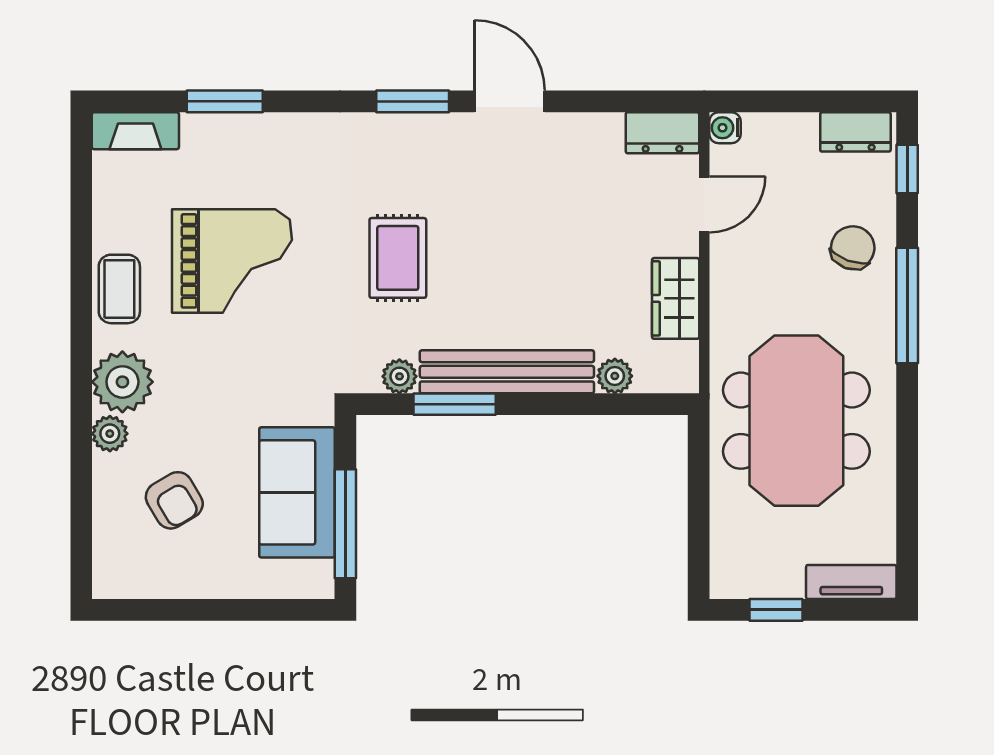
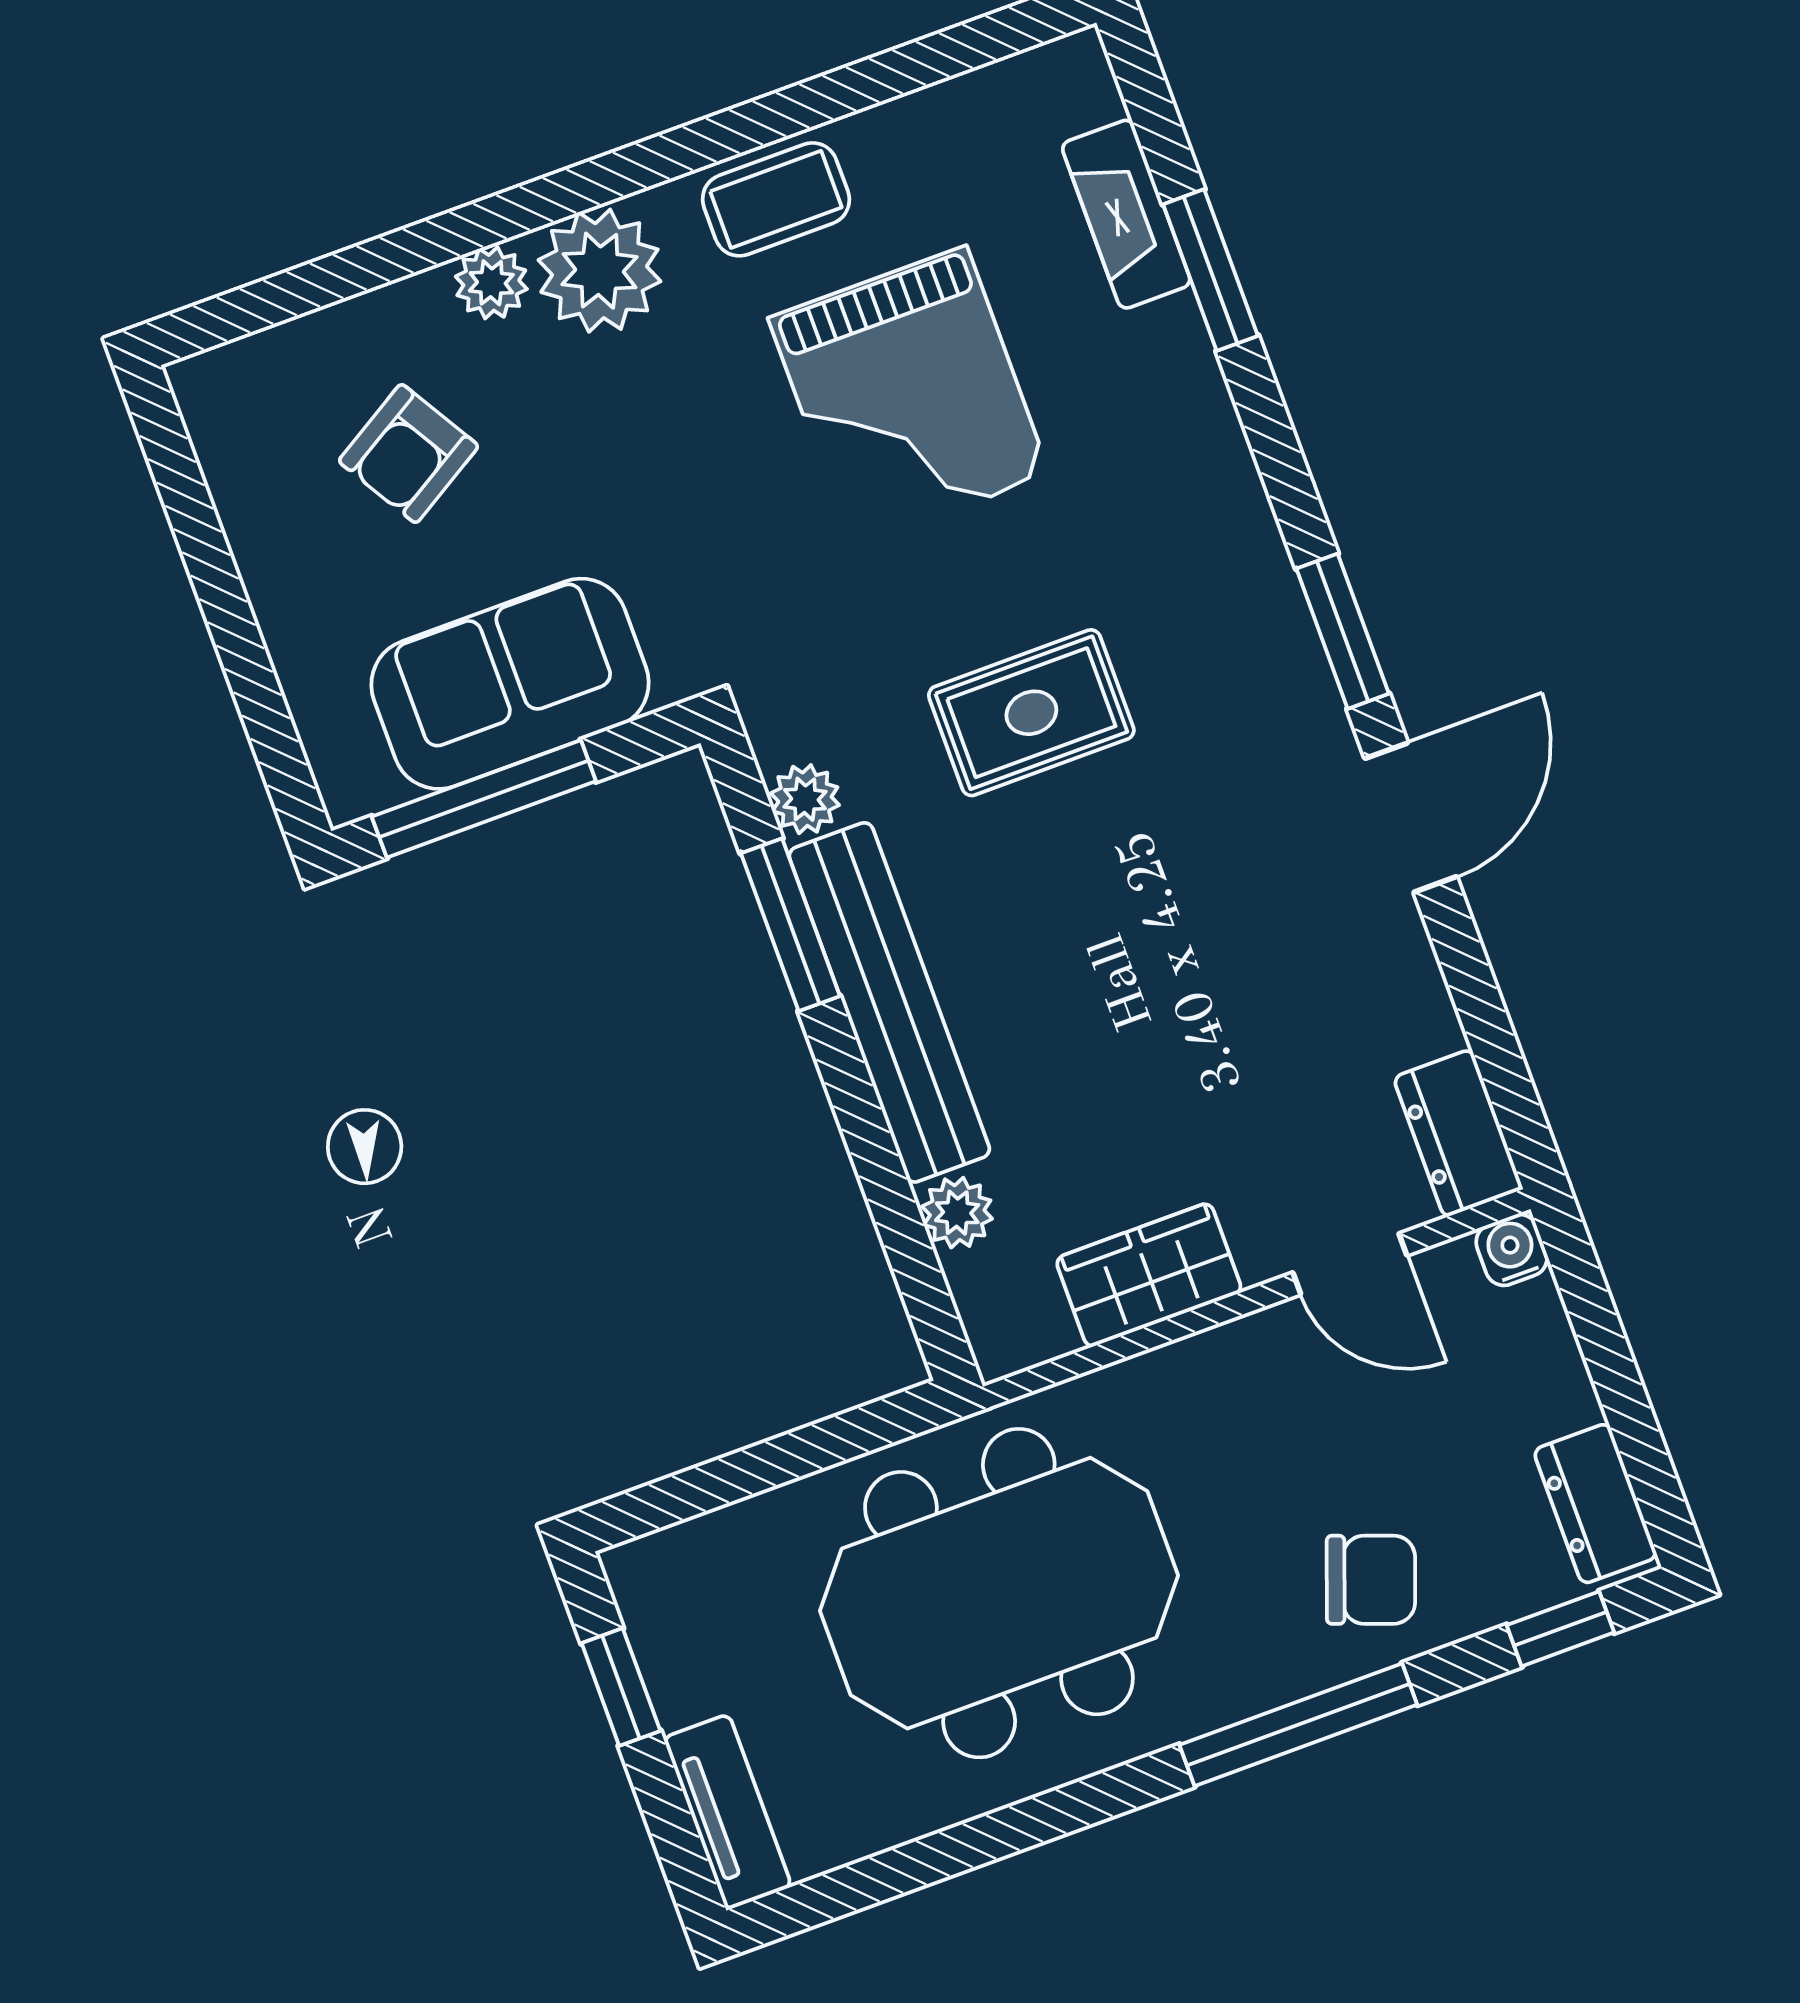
fireplace: (135, 131) -> (1126, 214), moved

